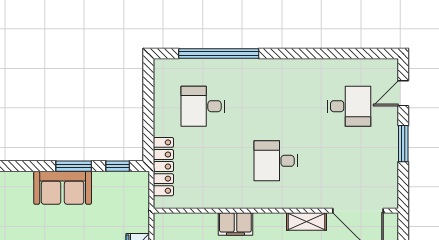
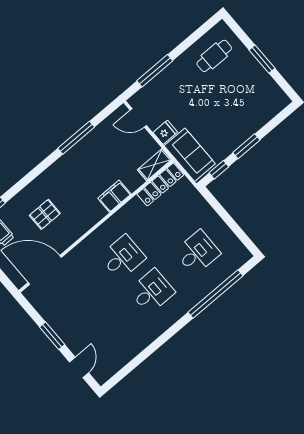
desk: (349, 106) -> (152, 291), moved, turned 180
locker: (163, 167) -> (160, 184), moved, turned -90
sofa: (63, 188) -> (190, 155), moved, turned 90
shelving: (307, 222) -> (155, 165), moved

